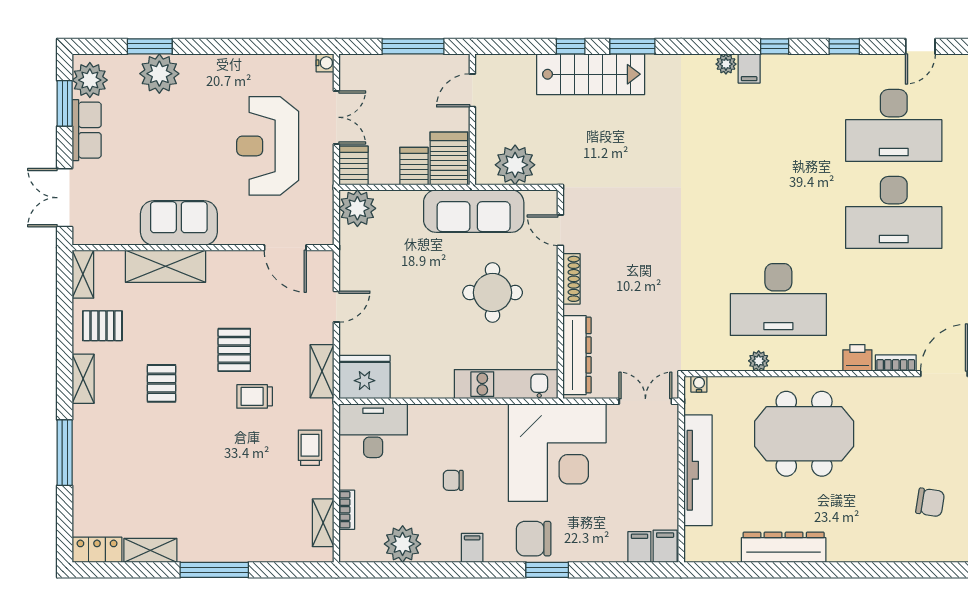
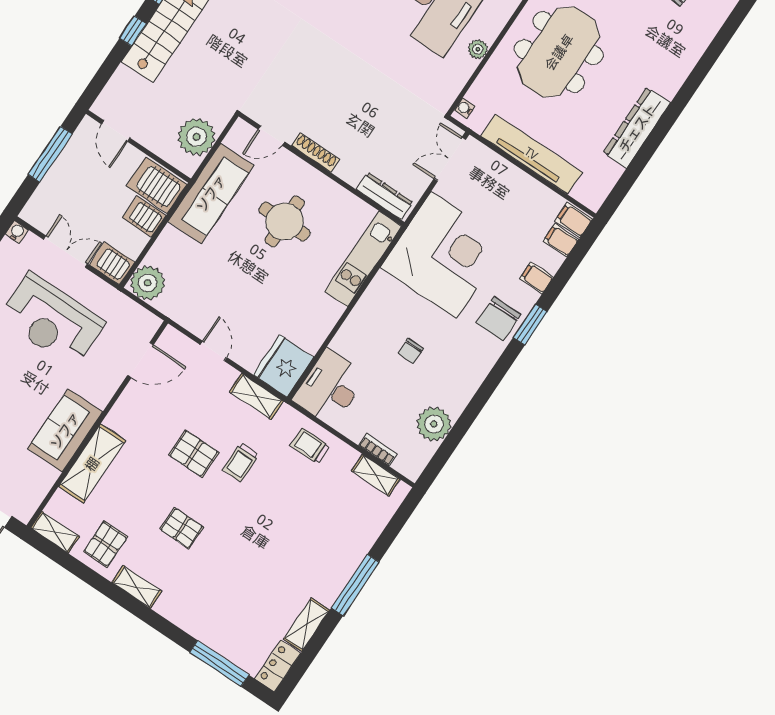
dresser: (577, 355) -> (385, 196), width x0.73, depth x0.80
window: (65, 453) -> (219, 664), moved
filing cabinet: (472, 548) -> (537, 278), moved

